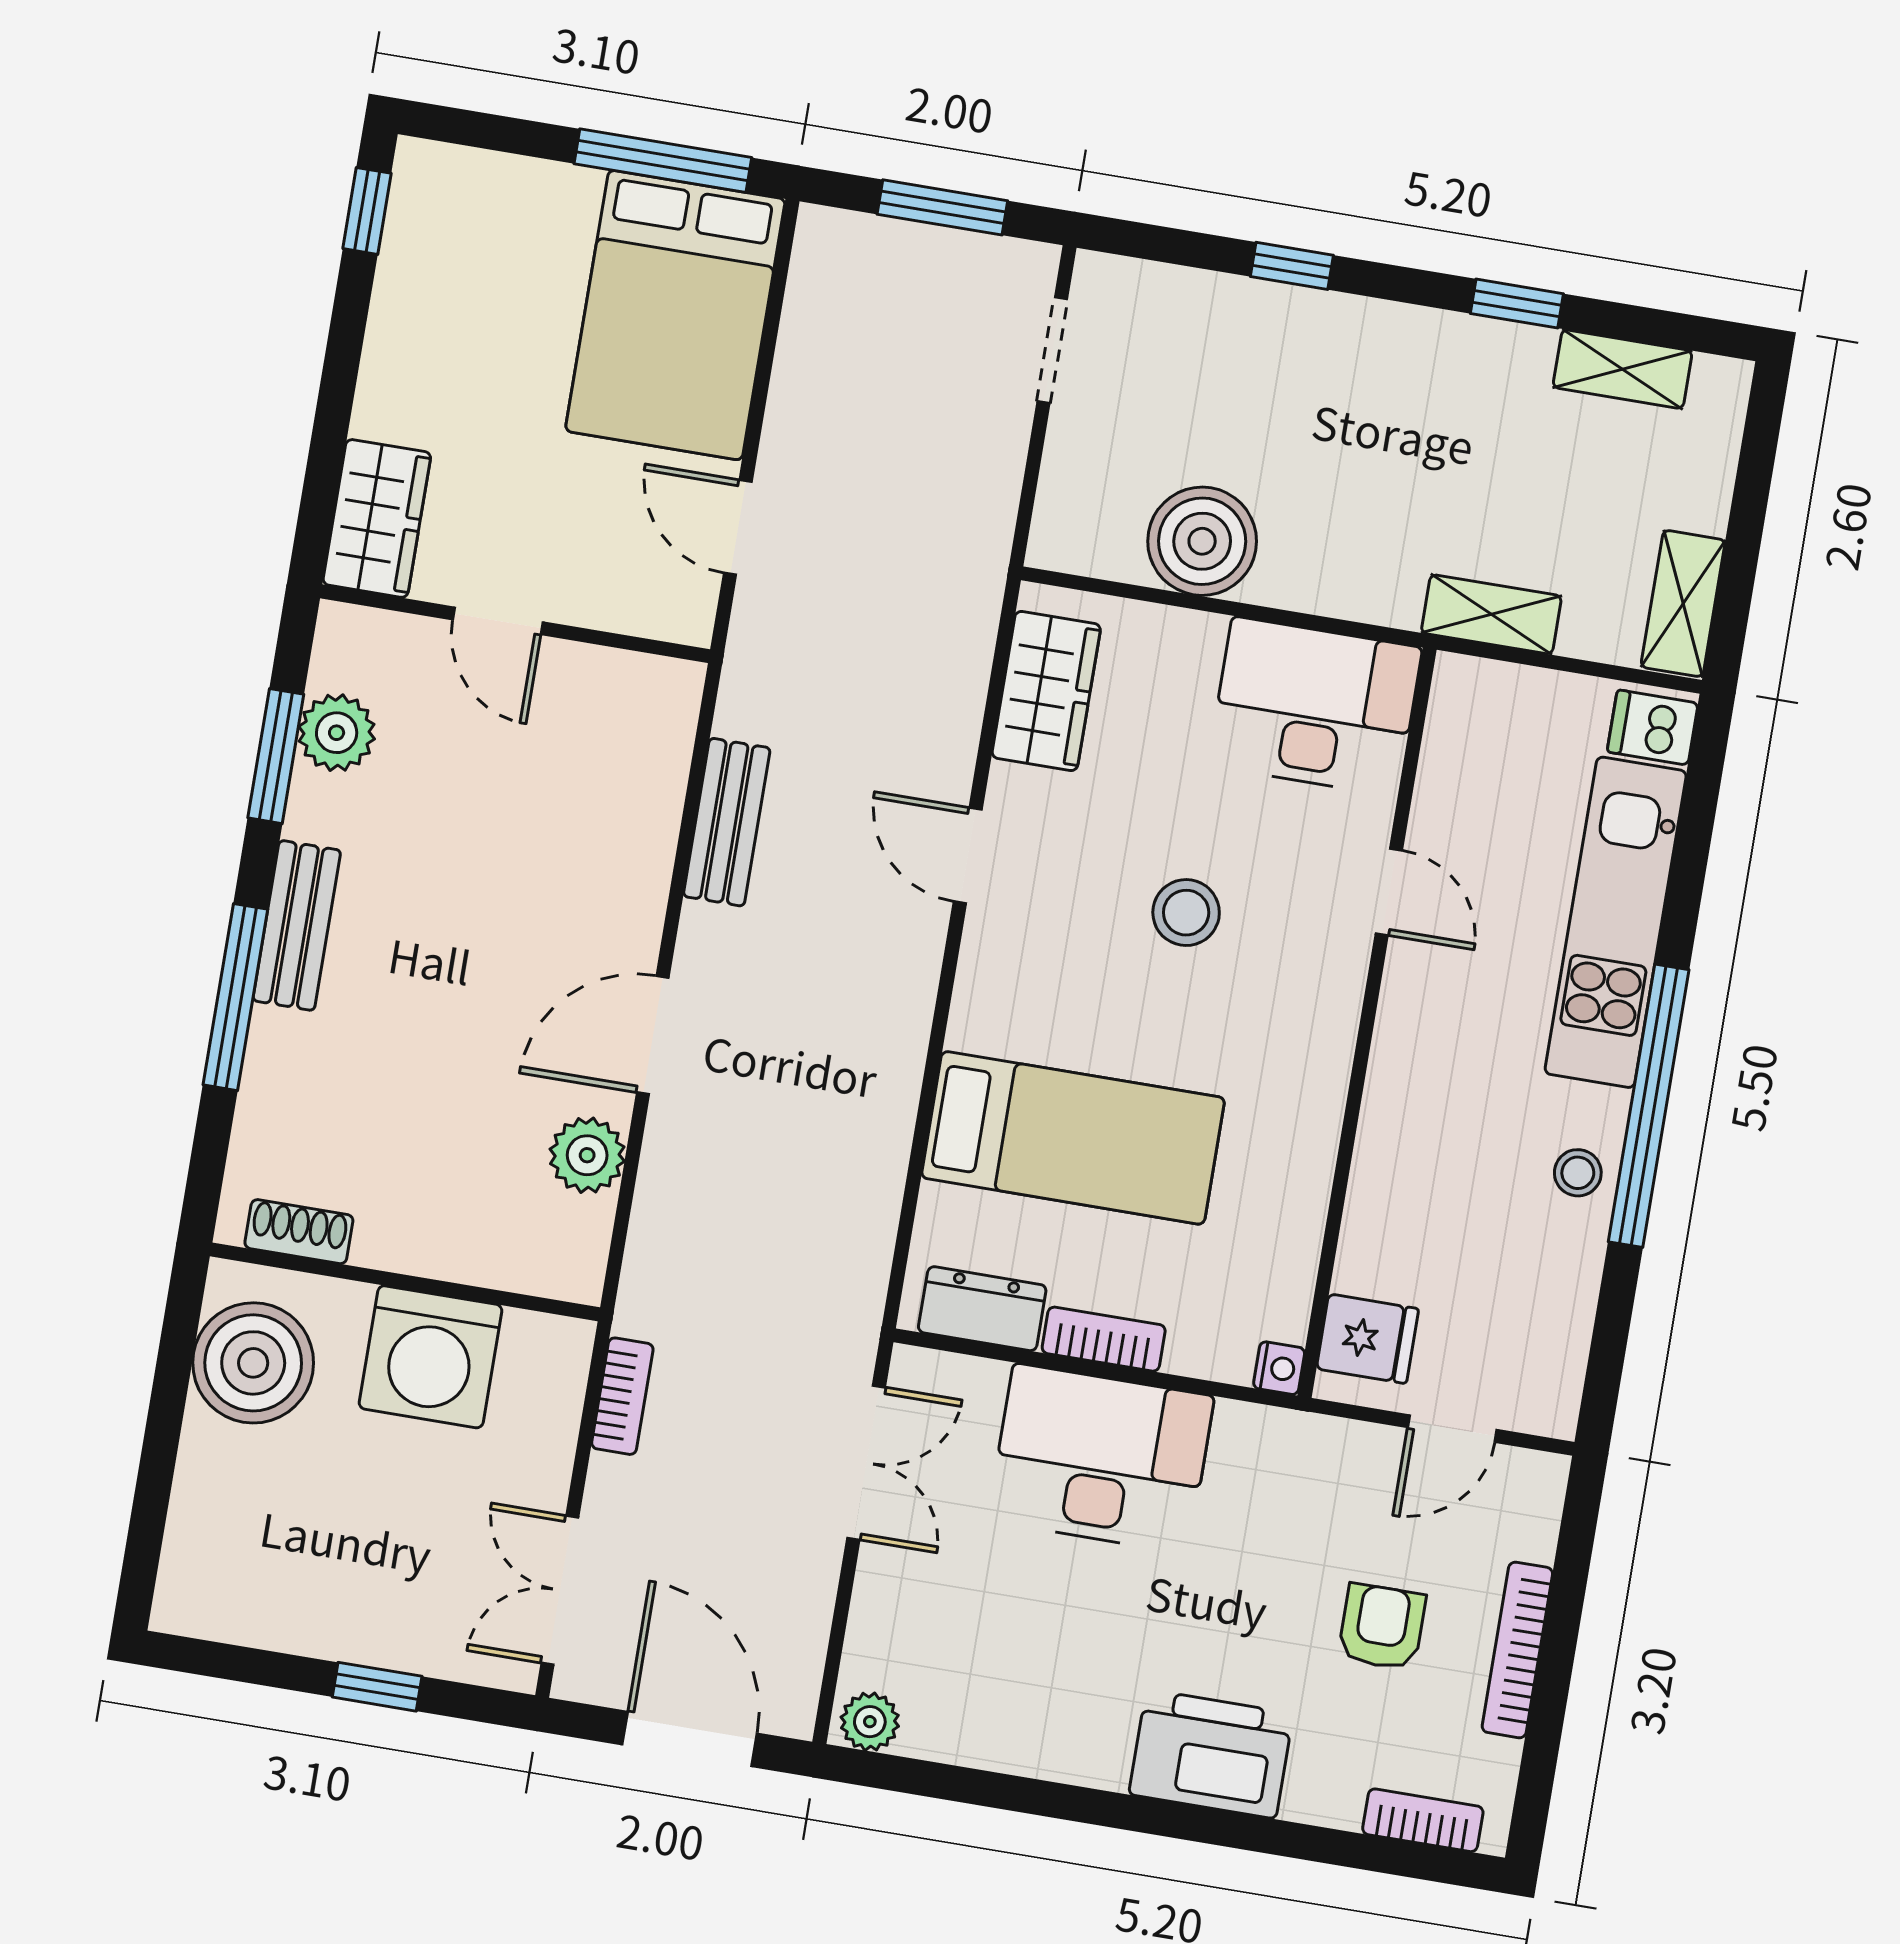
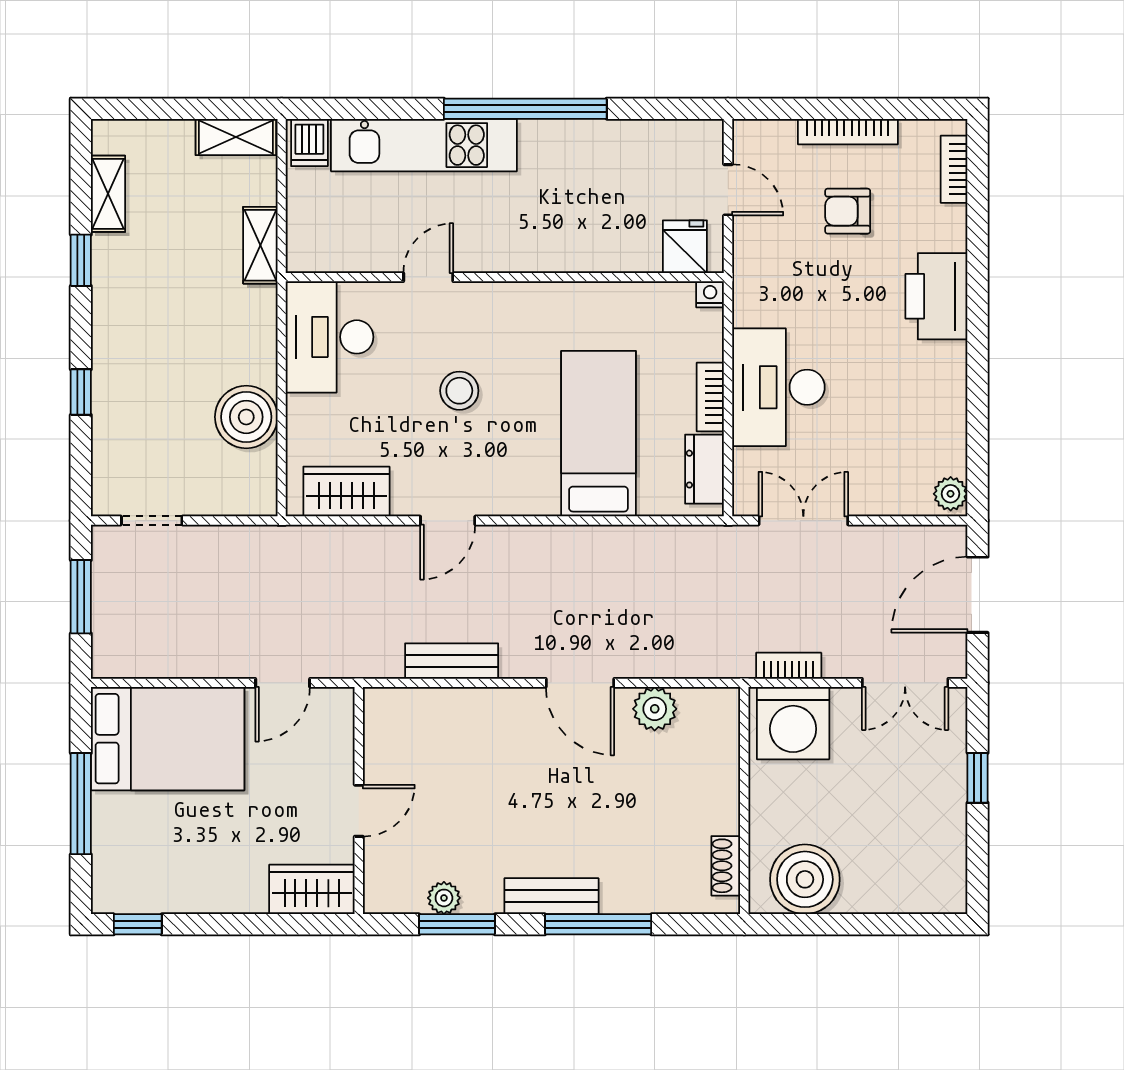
window: (663, 161) -> (81, 804), moved
plant: (337, 733) -> (444, 898), width x0.73, depth x0.73
stool: (1578, 1173) -> (570, 143), removed
washing machine: (431, 1357) -> (793, 723), moved, turned 90

